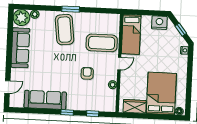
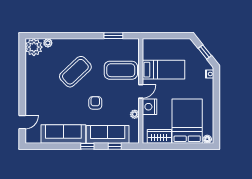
window: (71, 9) -> (113, 36), moved
nightstand: (159, 23) -> (150, 107), moved, turned -90
coffee table: (65, 30) -> (75, 72), moved, turned 54
bed: (131, 34) -> (164, 70), moved, turned -90
sofa: (20, 48) -> (108, 134), moved, turned -90
armchair: (87, 73) -> (95, 103), moved

